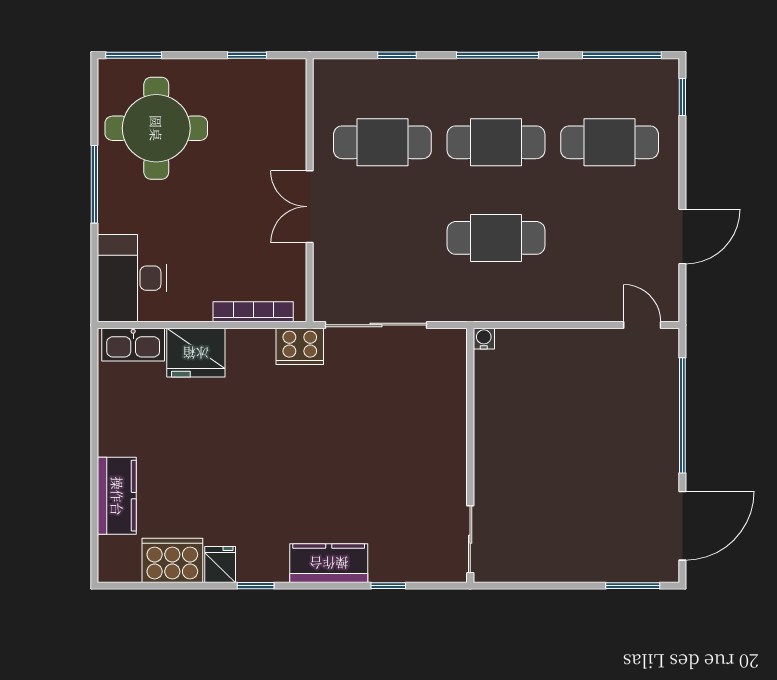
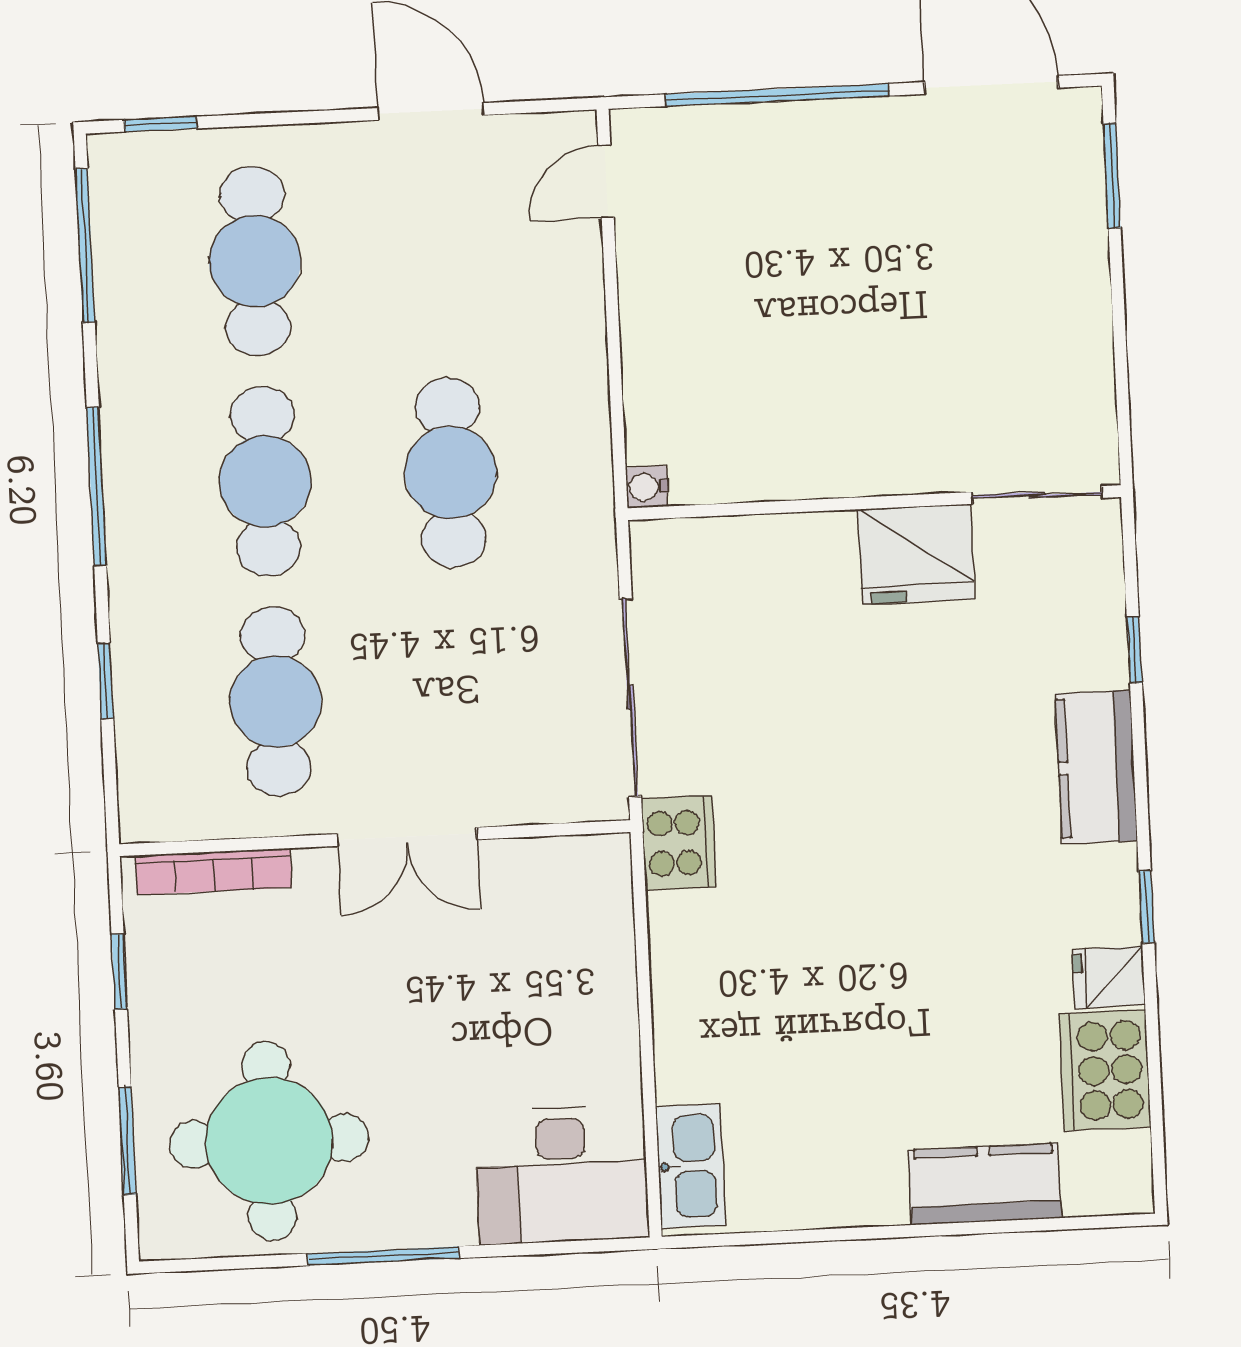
window: (134, 55) -> (127, 1141), moved
bookcase: (253, 312) -> (213, 872), moved, turned -90
fridge: (196, 353) -> (916, 554), moved, turned 90

